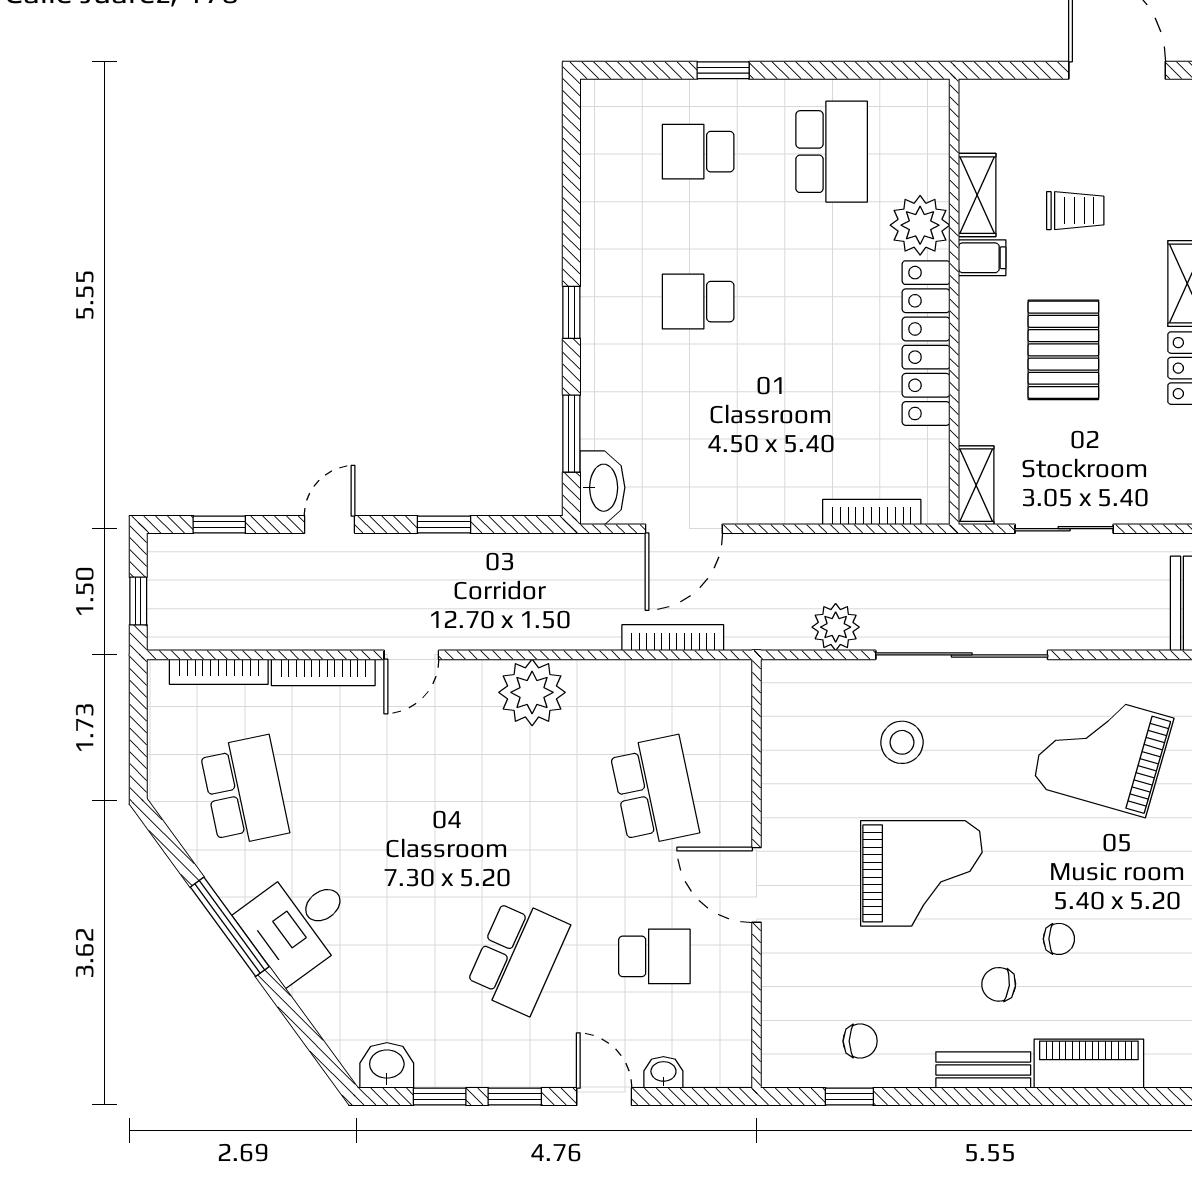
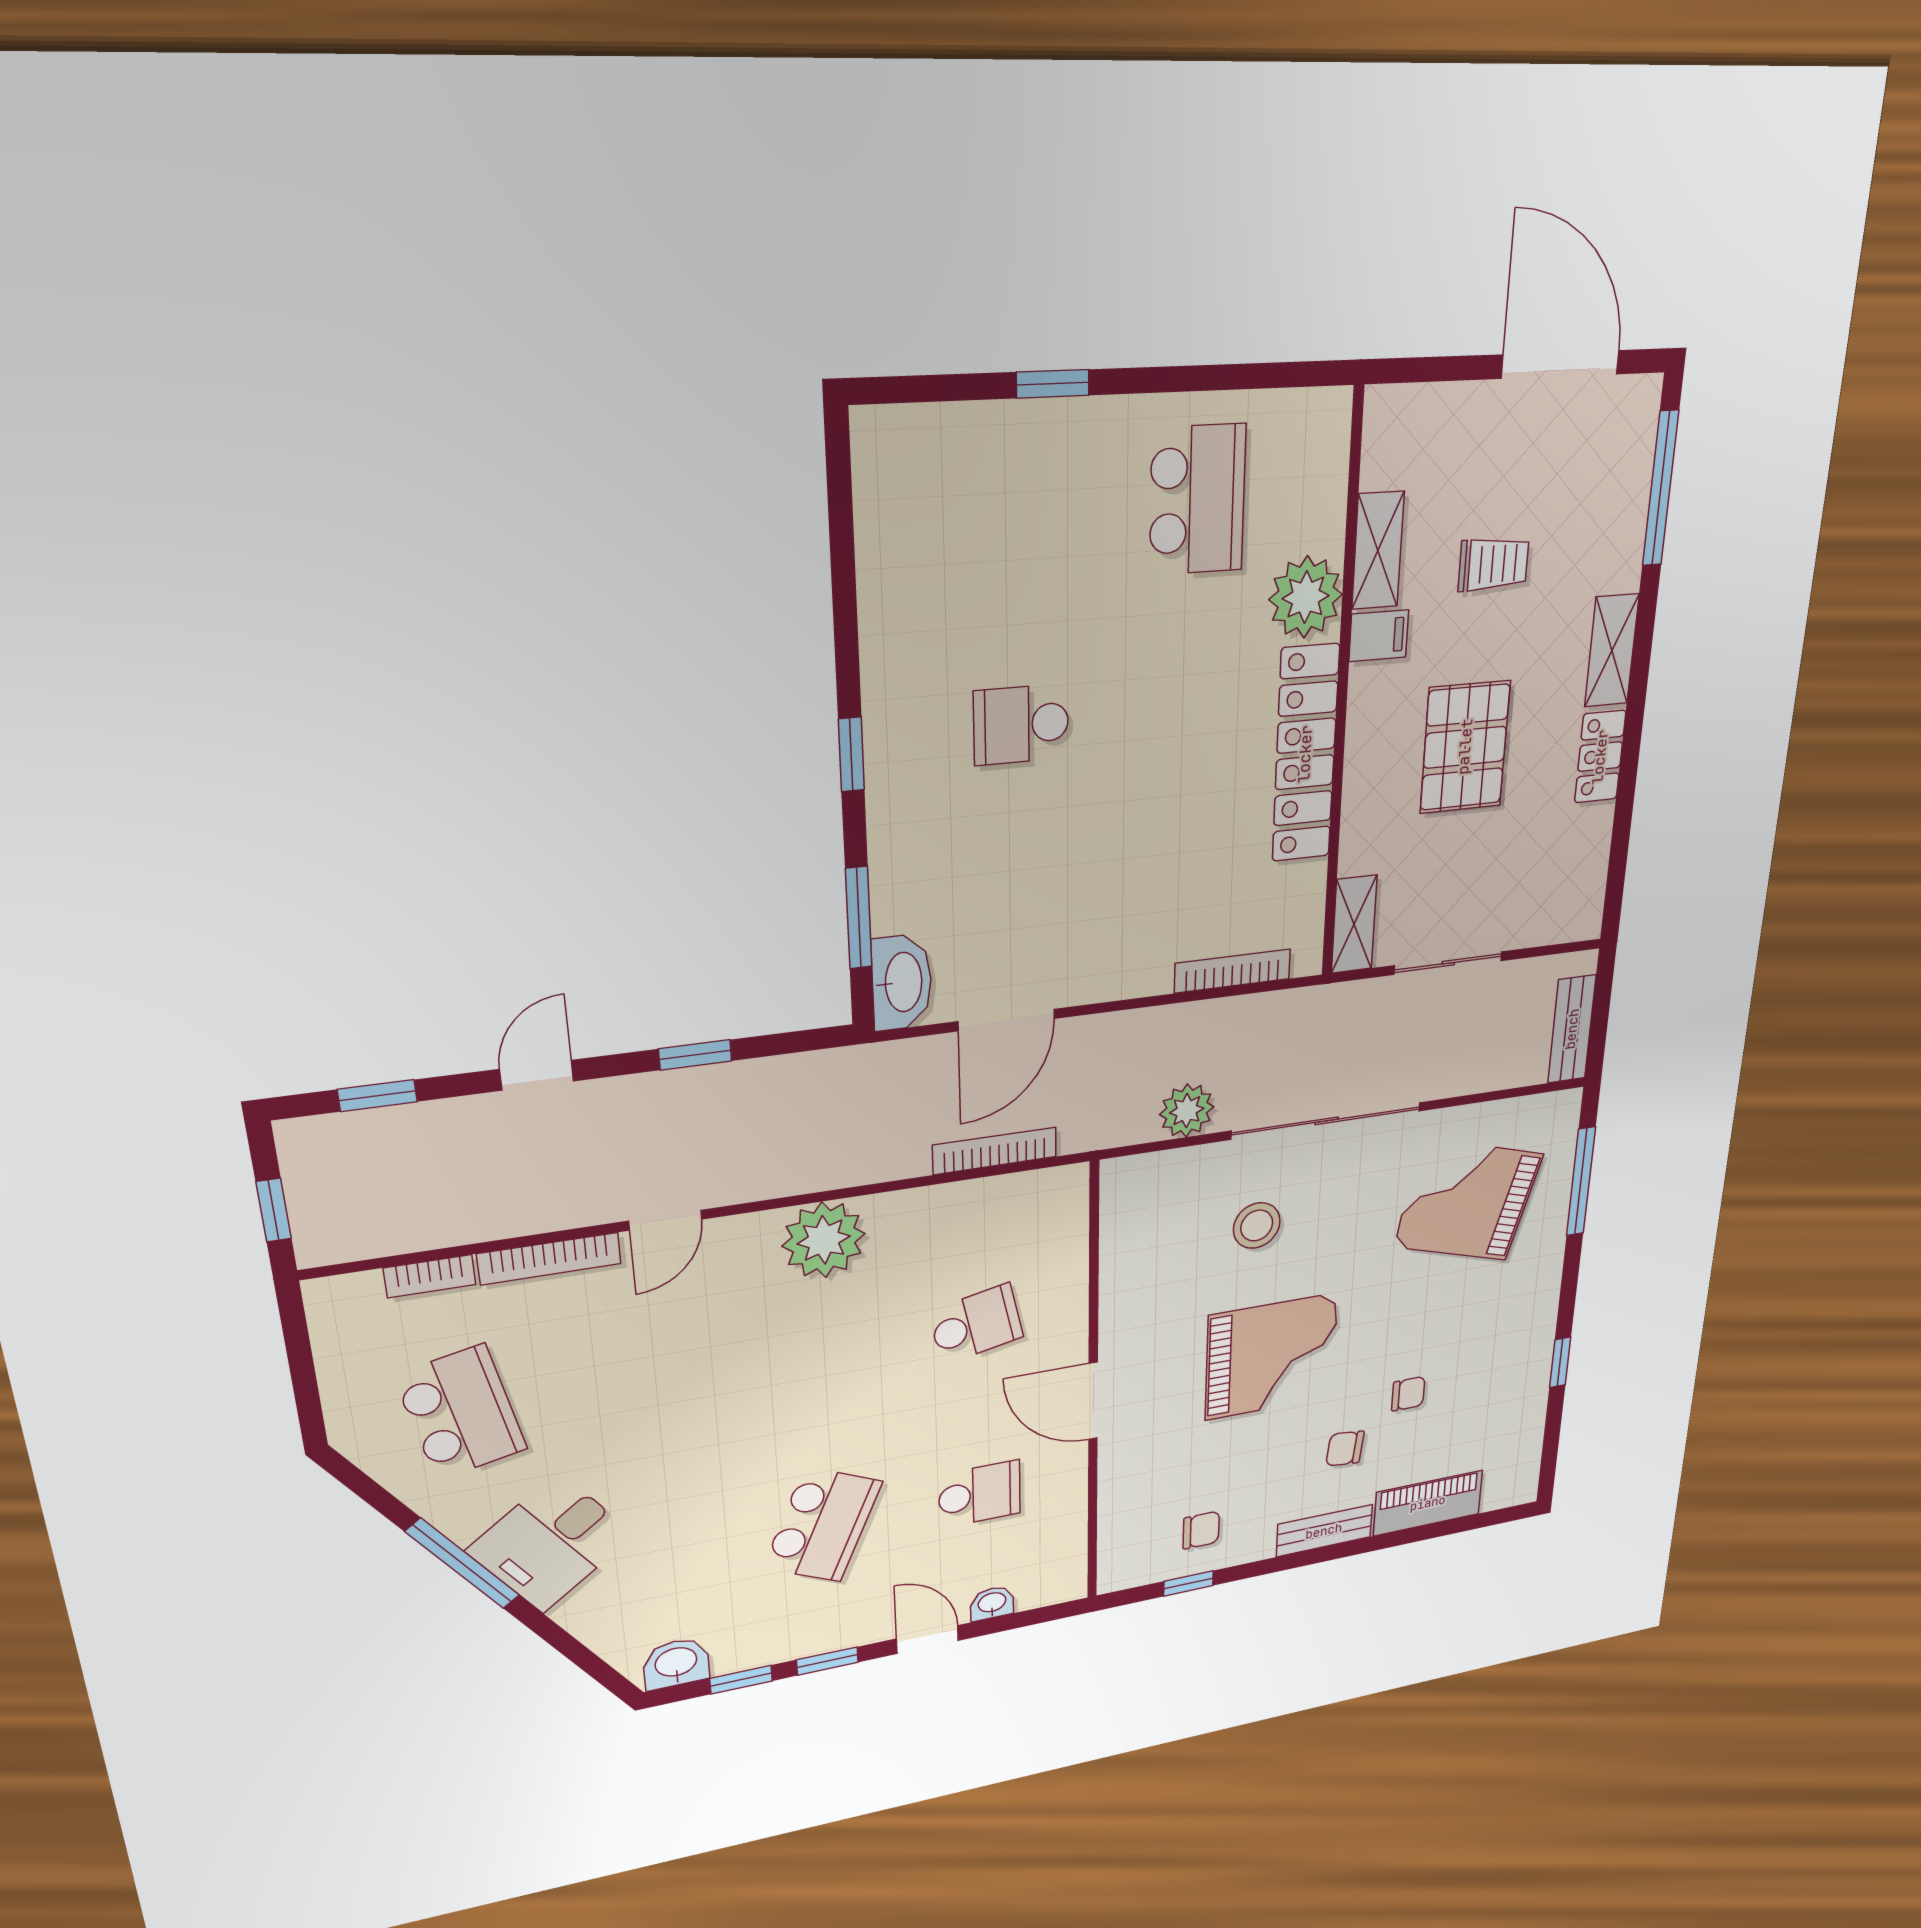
school desk: (698, 152) -> (1019, 510), removed
bookcase: (219, 672) -> (430, 1276), width x0.64
school desk: (654, 791) -> (976, 1324), width x0.54

